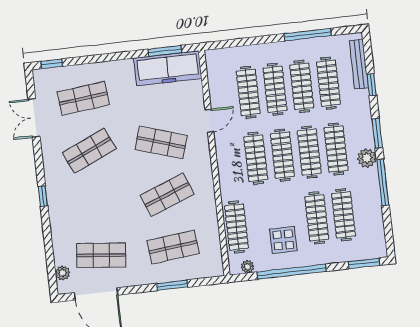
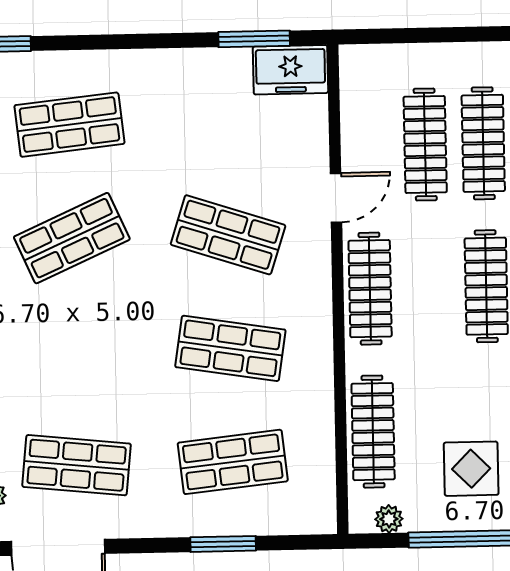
freezer: (168, 68) -> (290, 70), width x0.52, depth x0.79
clothes rail: (256, 158) -> (370, 289), moved
shop shelf: (167, 195) -> (230, 348), turned 30

